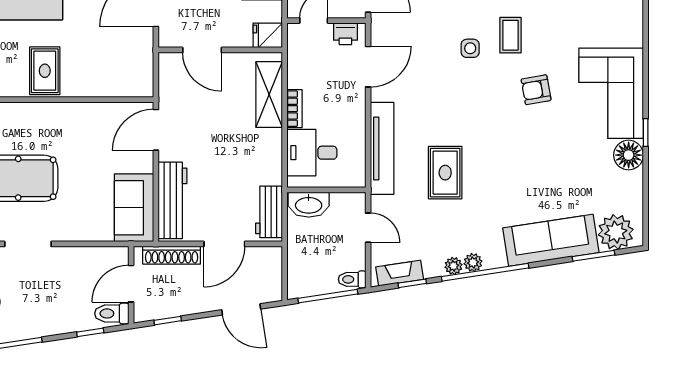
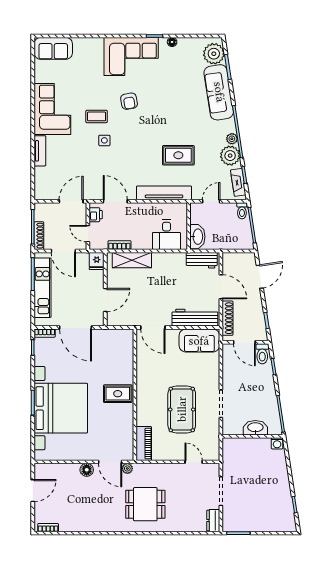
bookcase: (294, 109) -> (119, 245), moved
floor lamp: (629, 155) -> (172, 42), width x0.53, depth x0.53
plant: (453, 266) -> (230, 156), width x1.88, depth x1.88

